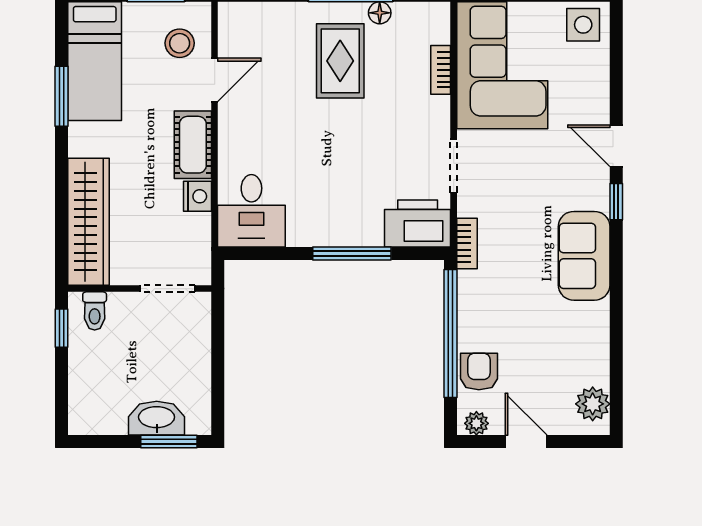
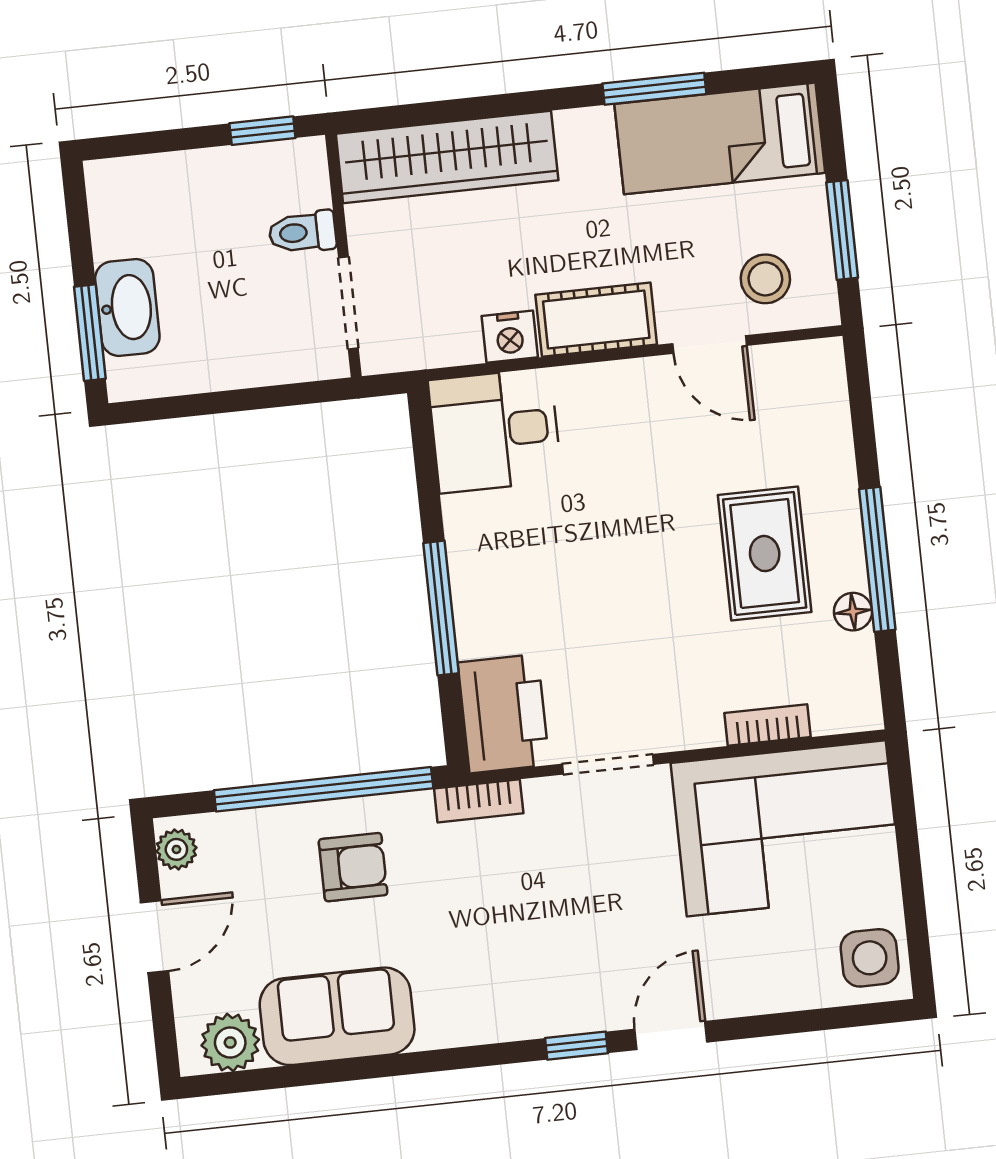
rug: (340, 61) -> (765, 554), turned 90
sofa: (584, 256) -> (337, 1016), moved
toilet: (95, 311) -> (303, 232), moved
armchair: (479, 371) -> (353, 867), moved

